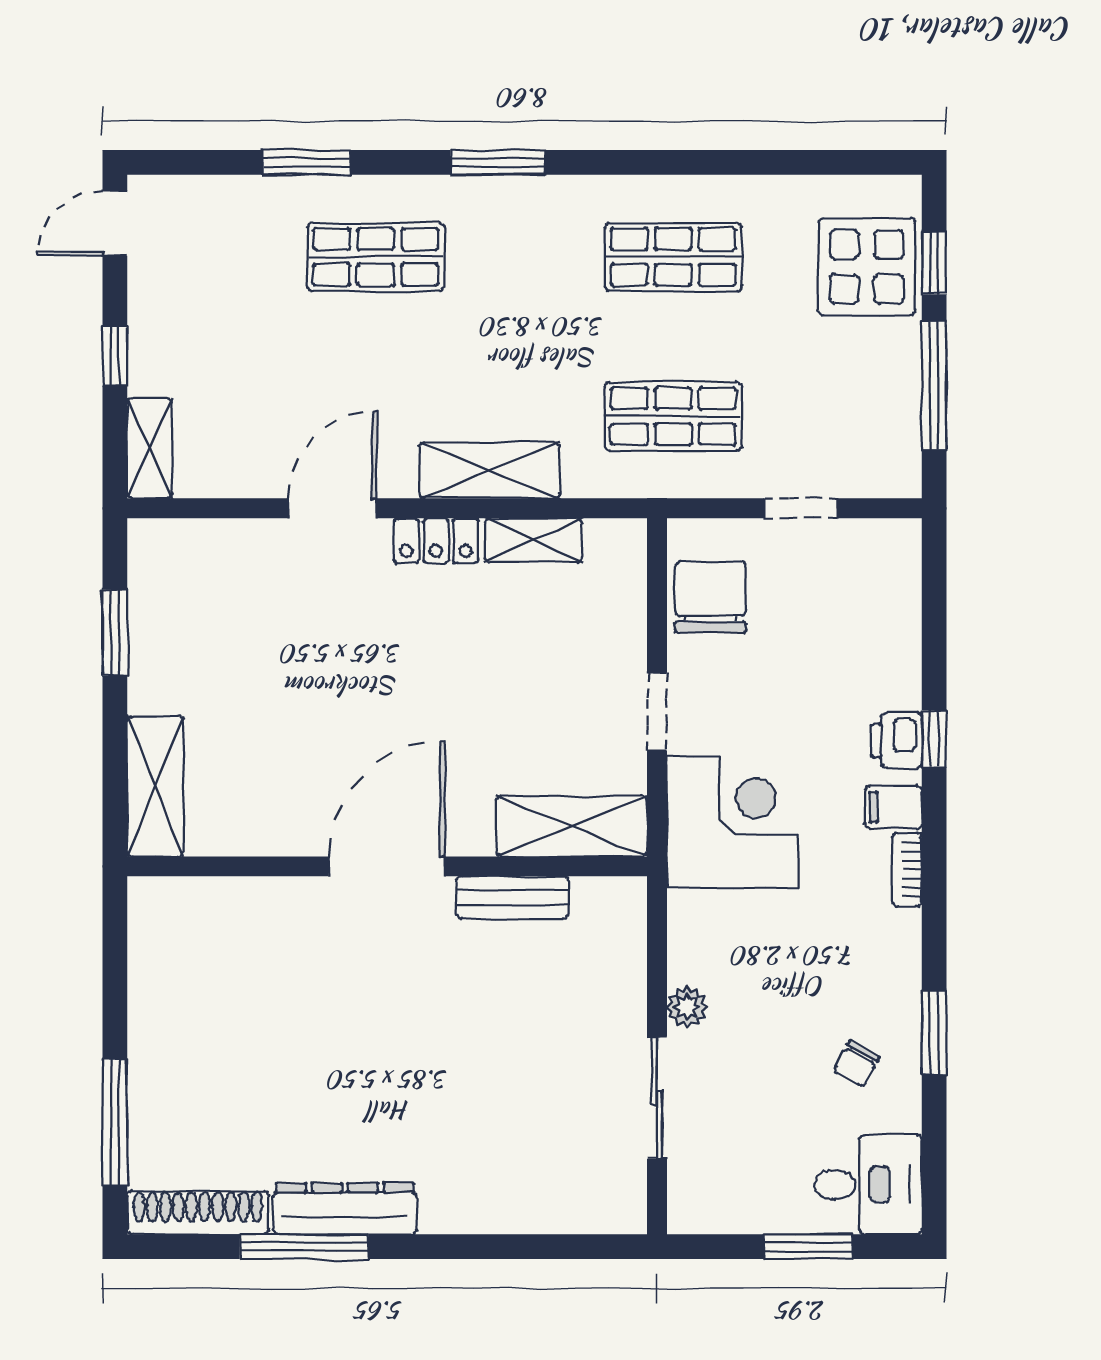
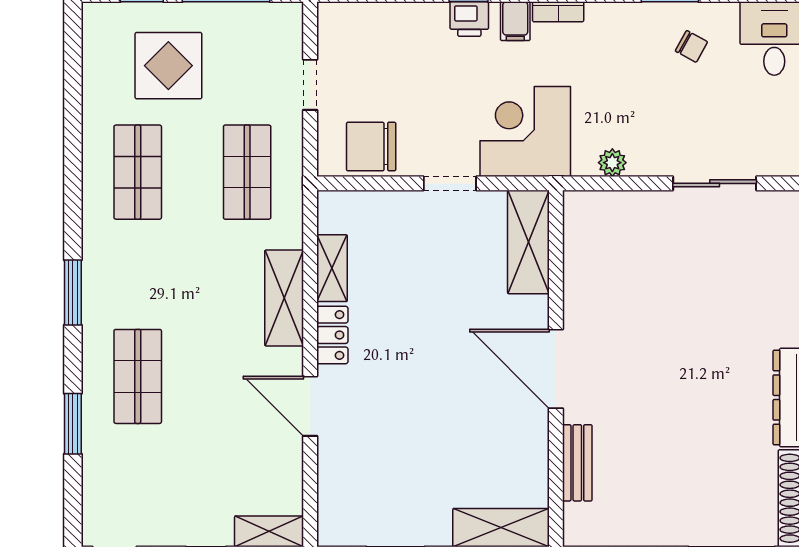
display table: (867, 267) -> (168, 66), moved
bench: (512, 898) -> (577, 463), moved
plant: (687, 1007) -> (612, 163), moved

